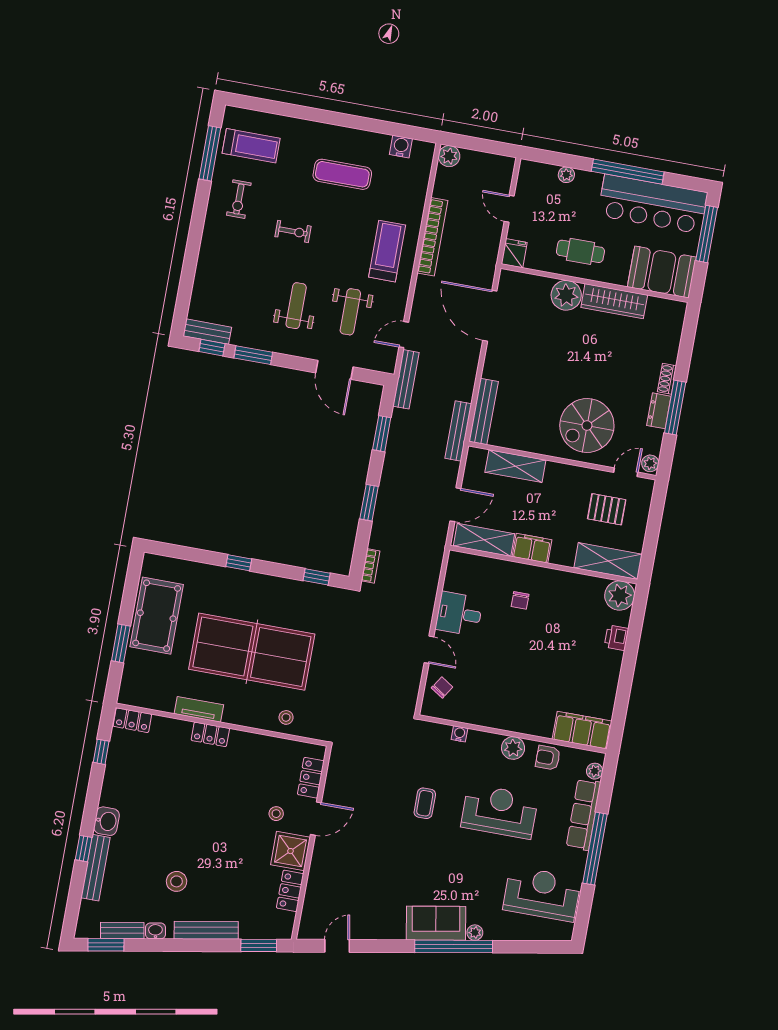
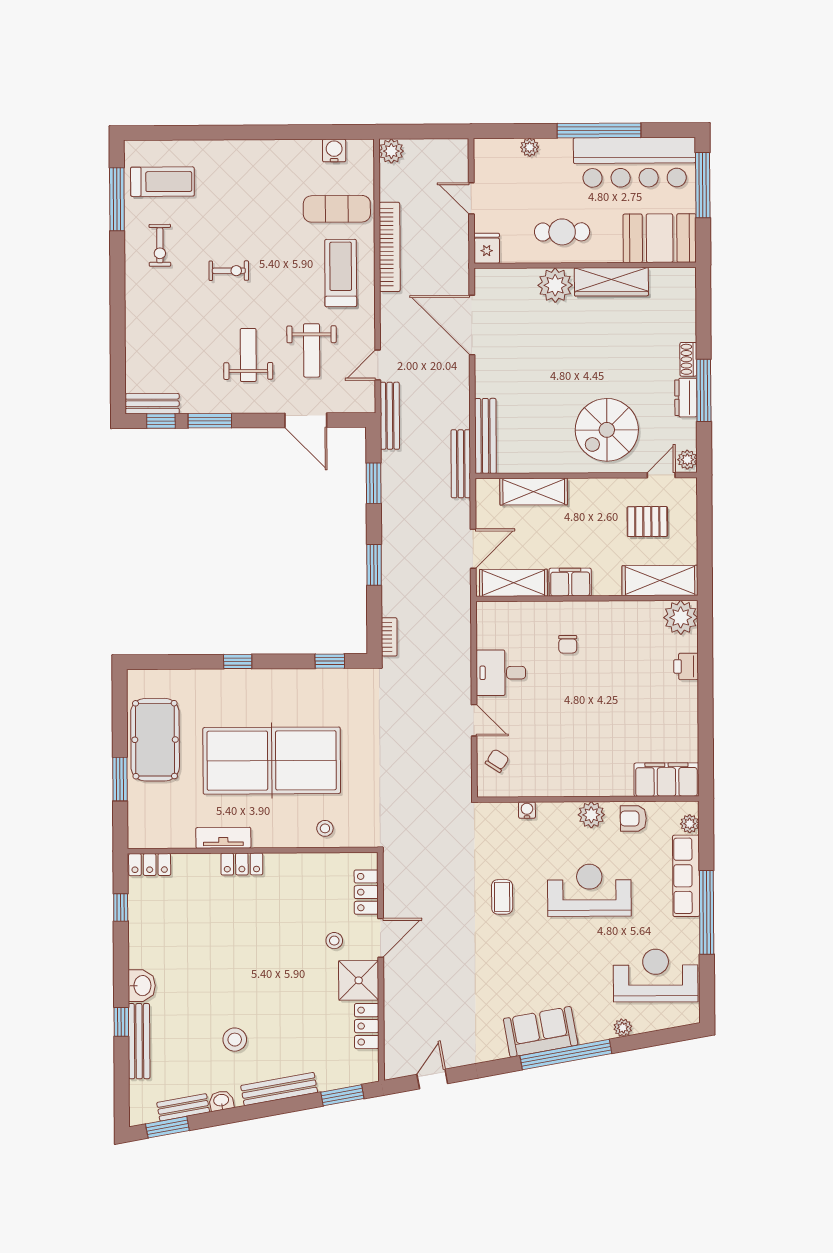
exercise mat: (342, 174) -> (337, 209), moved
plant: (475, 933) -> (623, 1028), moved

